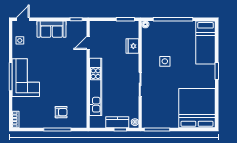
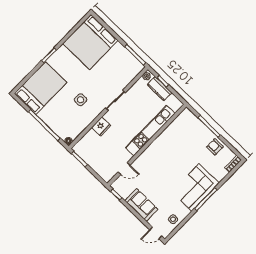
bed: (206, 42) -> (40, 88), width x1.50
fridge: (132, 46) -> (101, 127), moved
armchair: (61, 112) -> (215, 147), moved

